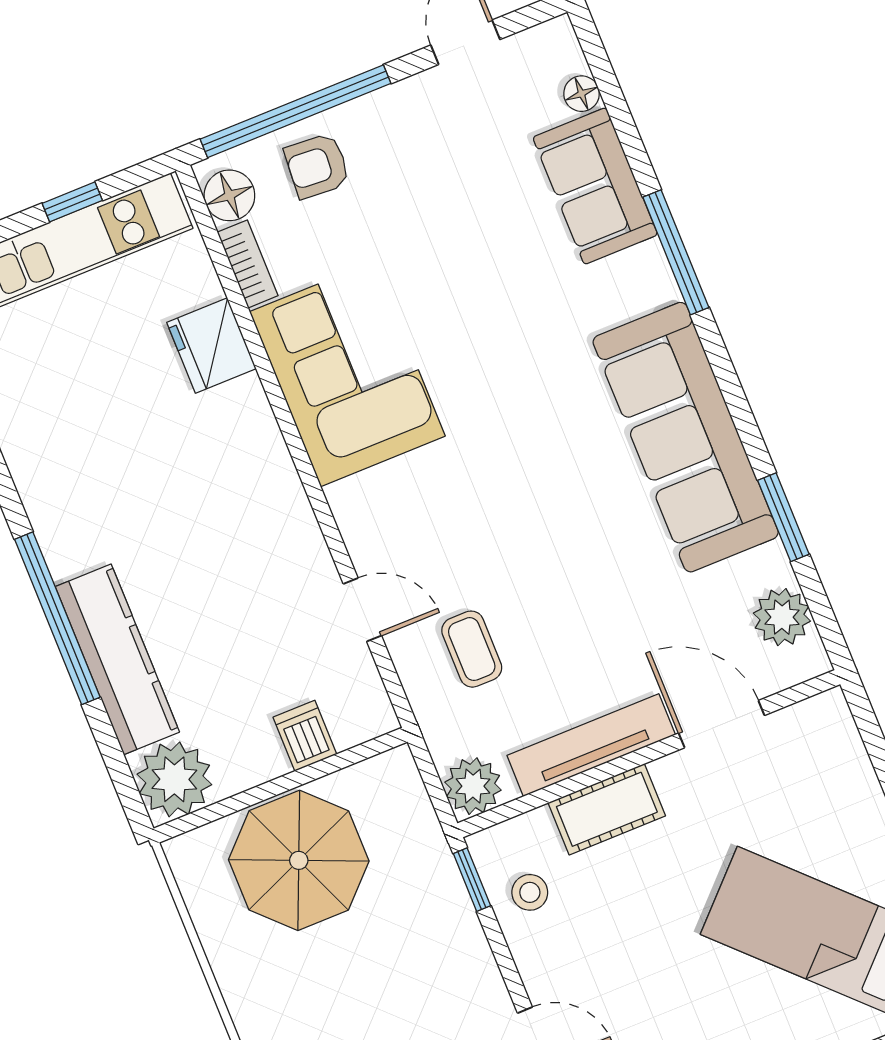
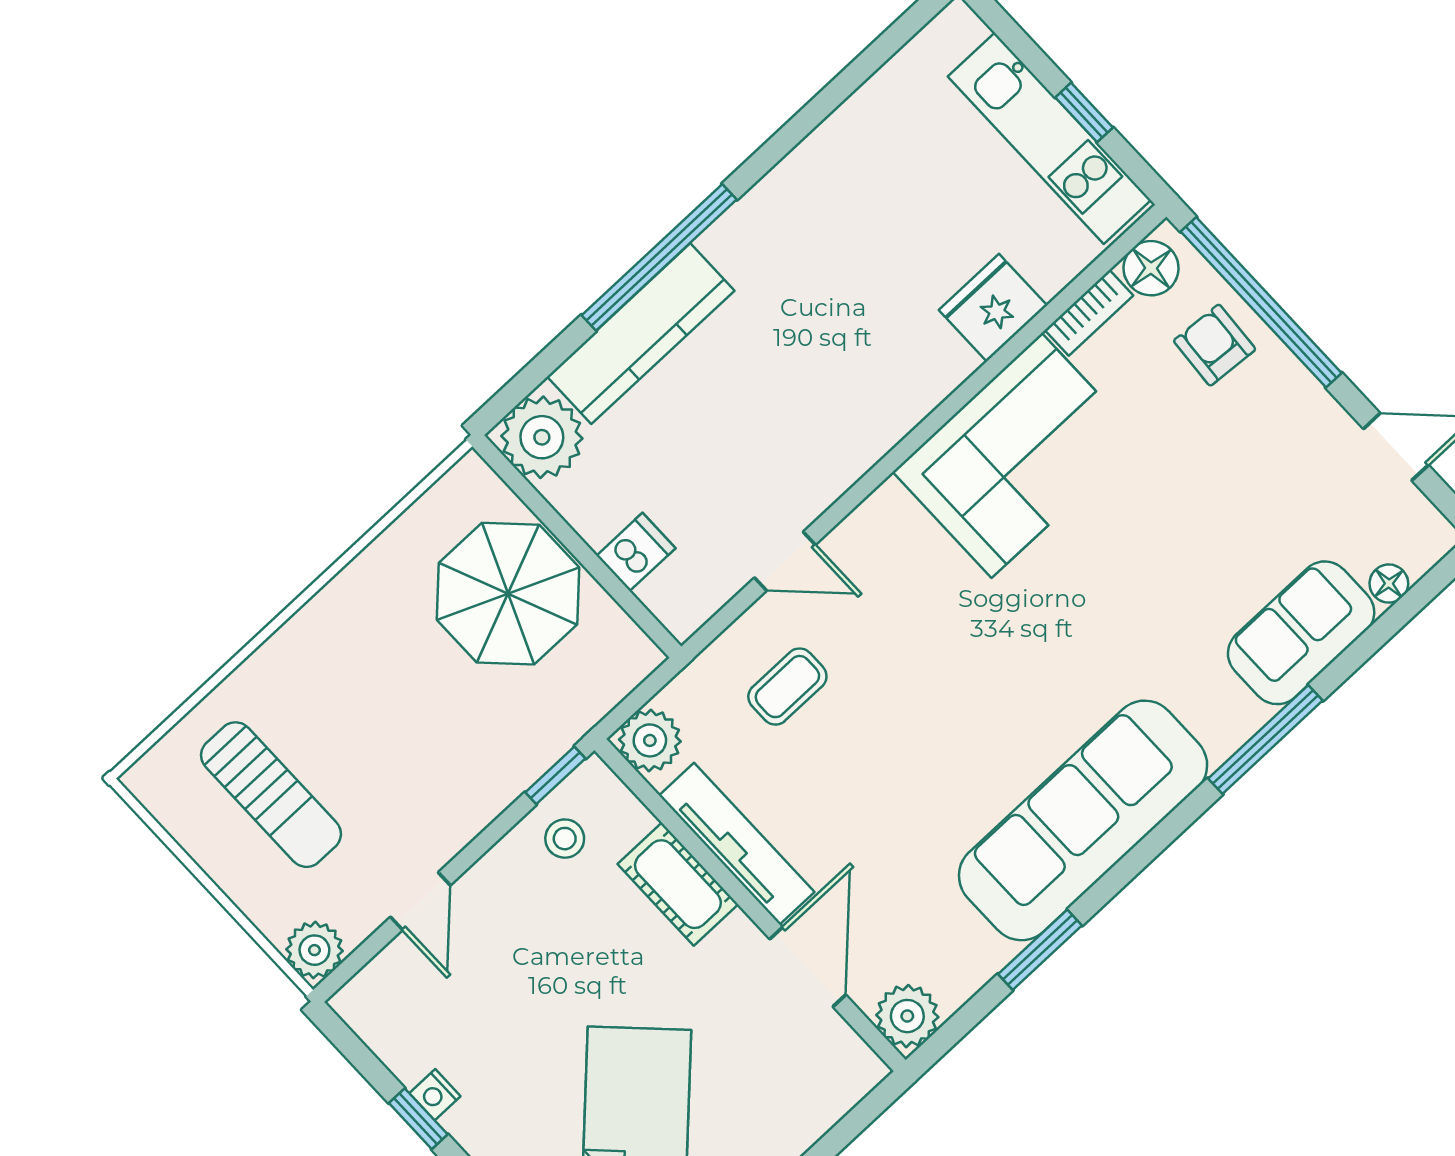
door: (362, 610) -> (785, 561), hinge flipped
plant: (782, 617) -> (907, 1016), moved

